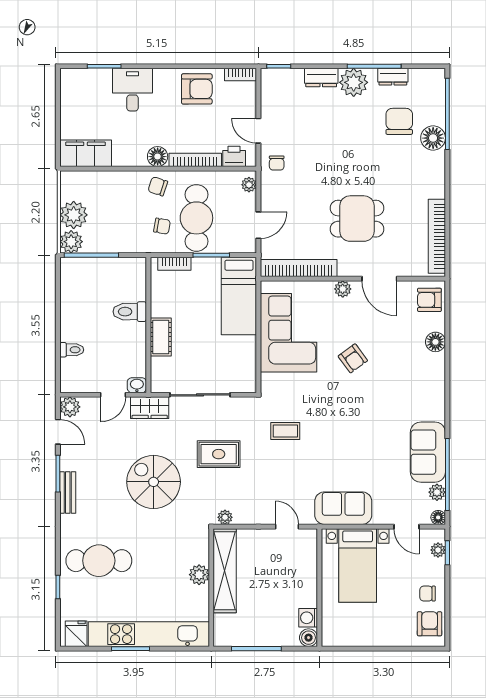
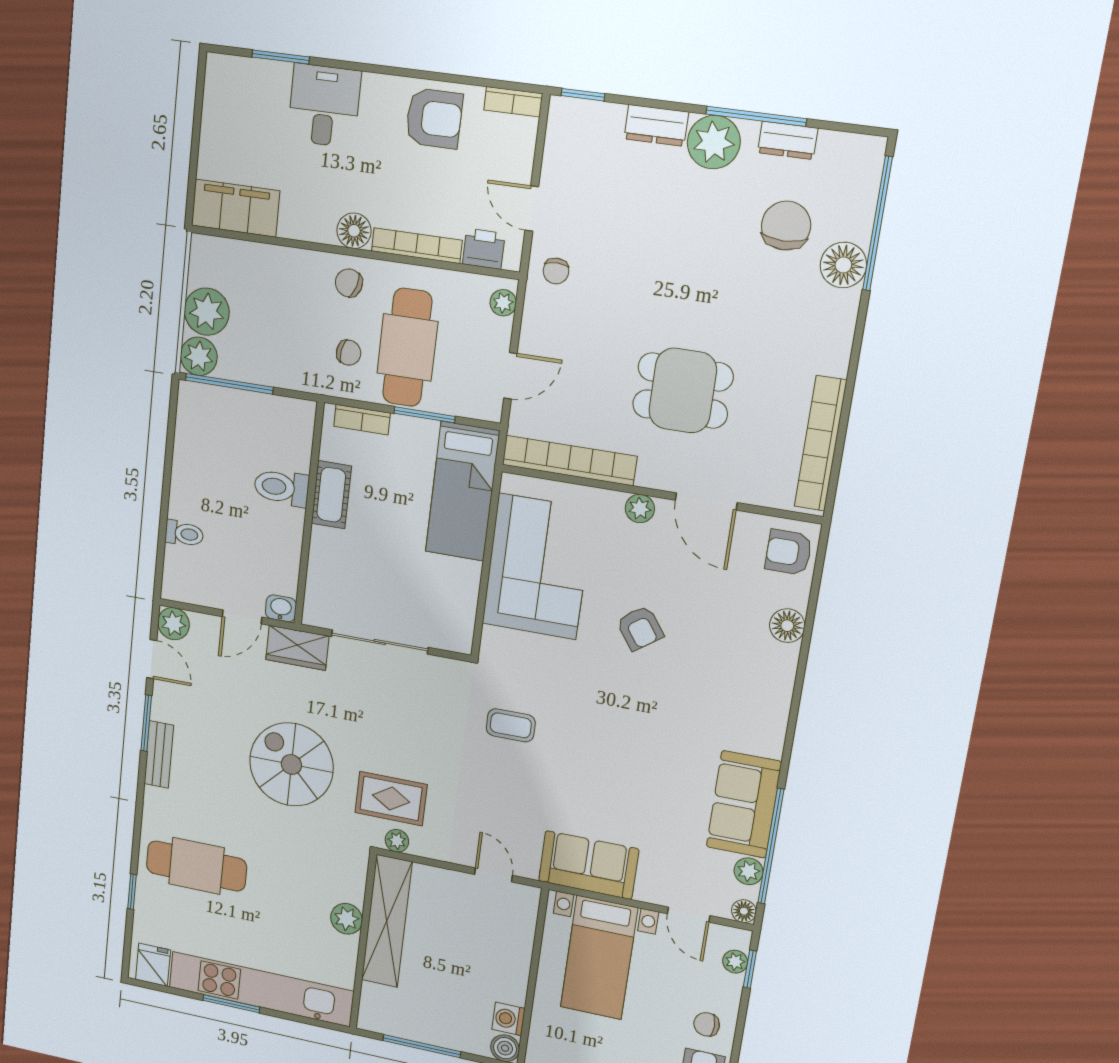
cot: (161, 337) -> (331, 495), moved
rug: (219, 454) -> (391, 799), moved

